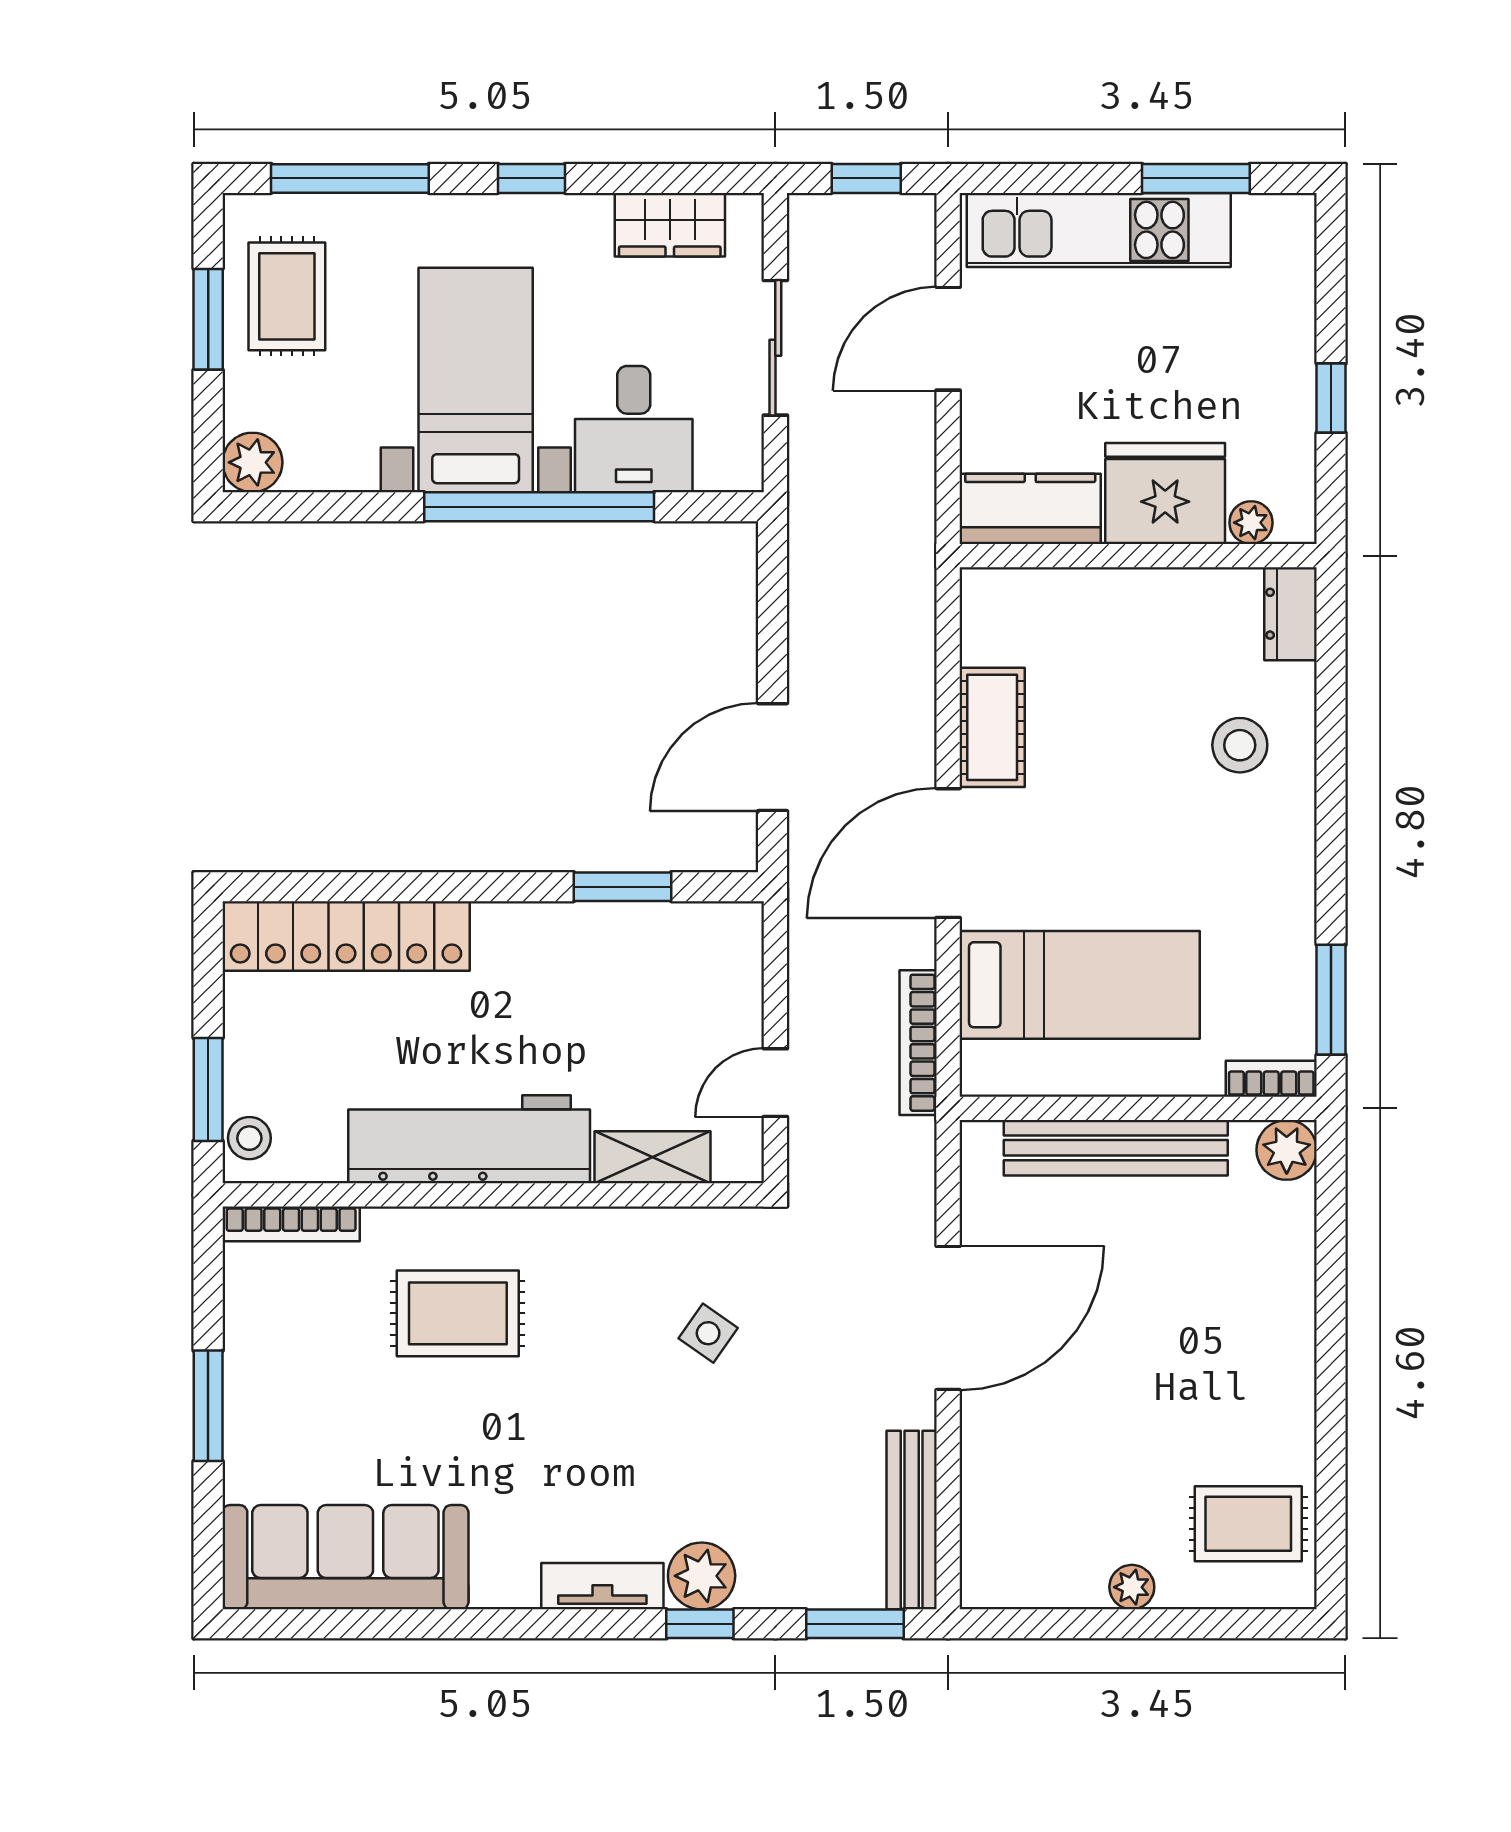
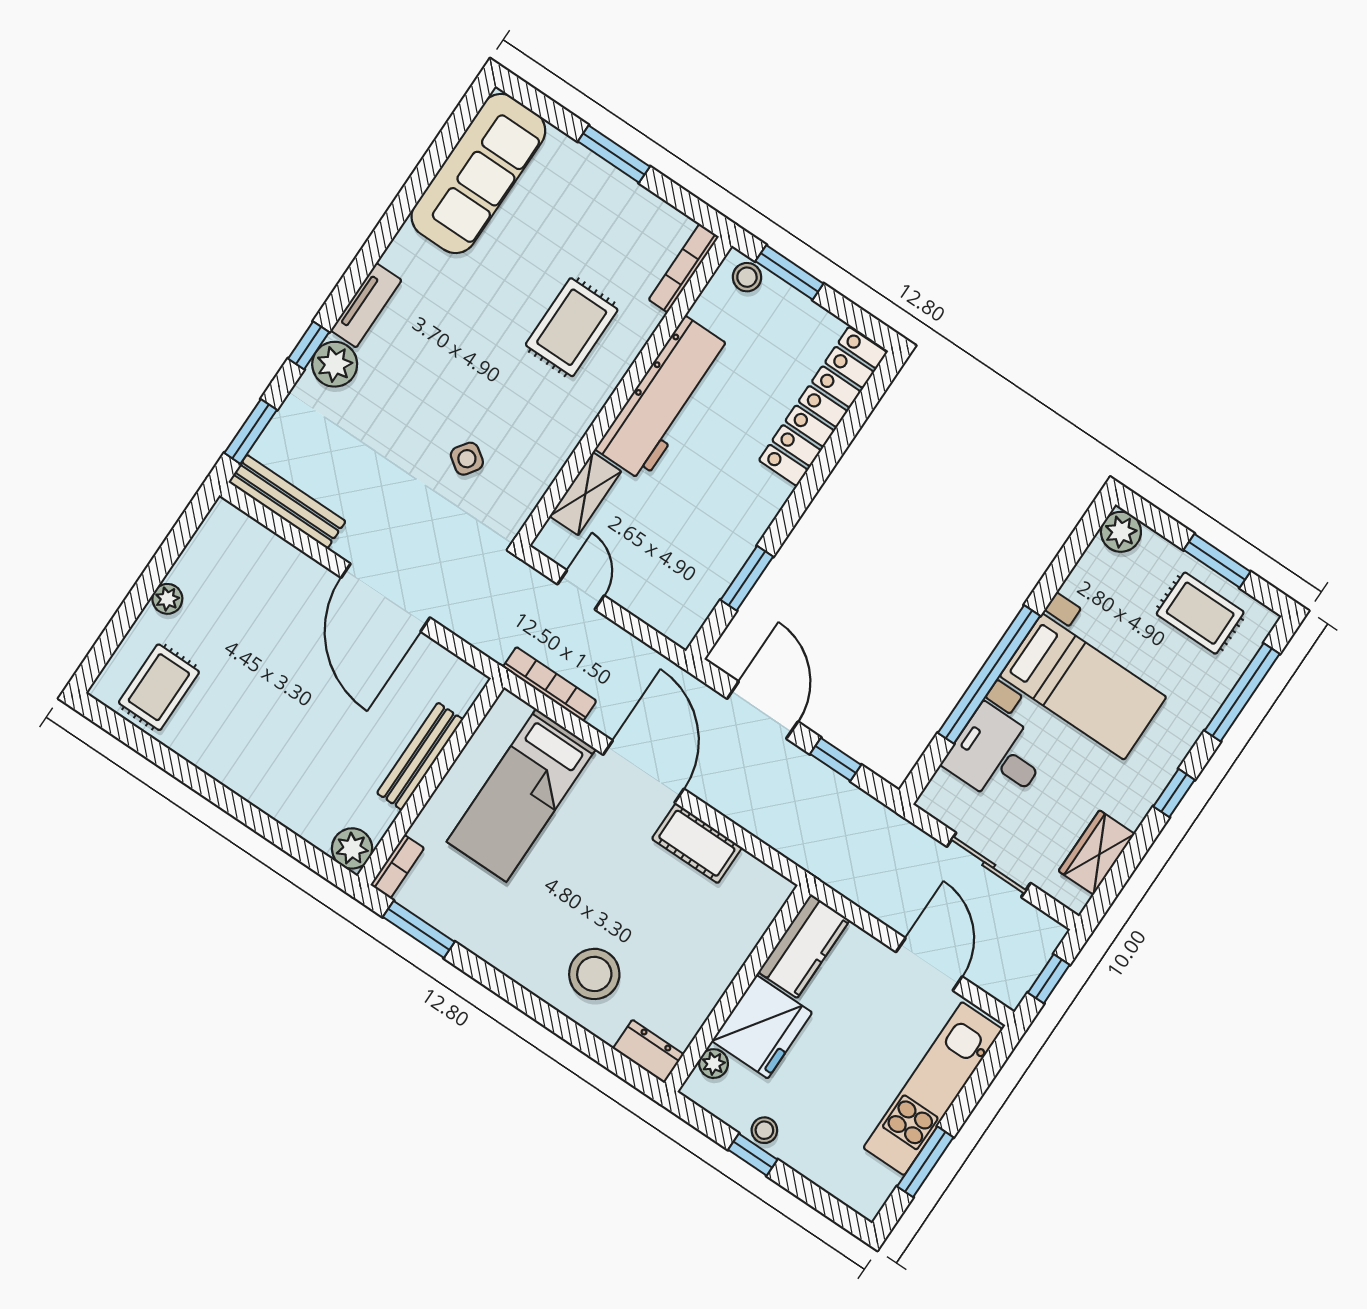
stool: (1291, 404) -> (764, 1130), added
window: (772, 626) -> (836, 759), added
stool: (1240, 745) -> (594, 974), width x1.38, depth x1.38
bench: (1116, 1148) -> (420, 756), width x0.73, depth x0.82

